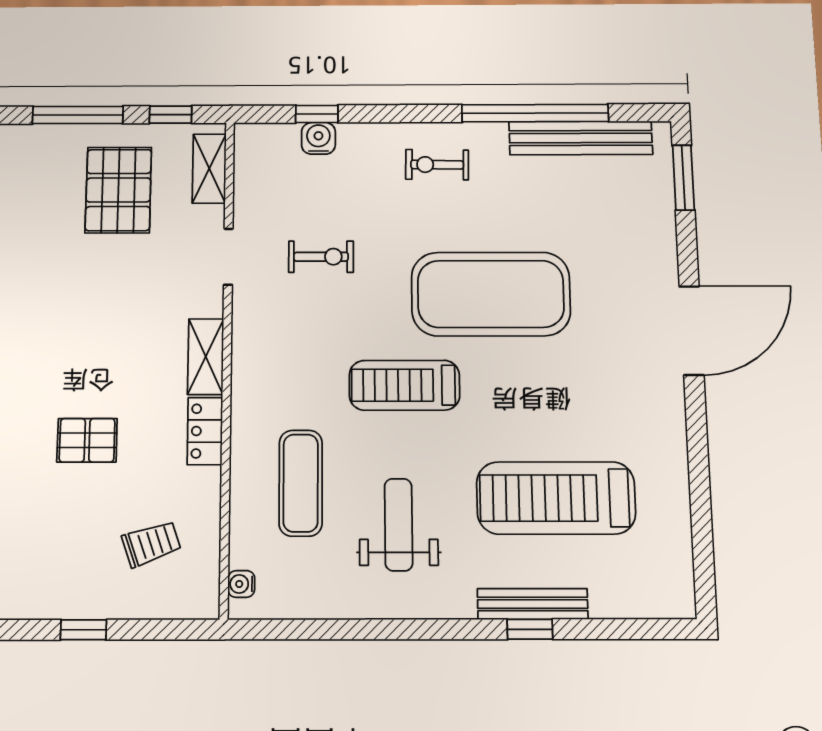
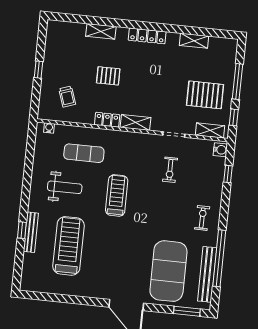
water cooler: (318, 138) -> (220, 150), moved
exercise mat: (491, 294) -> (168, 271), moved
pallet: (87, 440) -> (108, 76), turned 90

